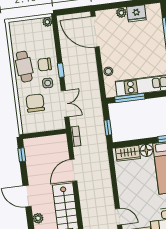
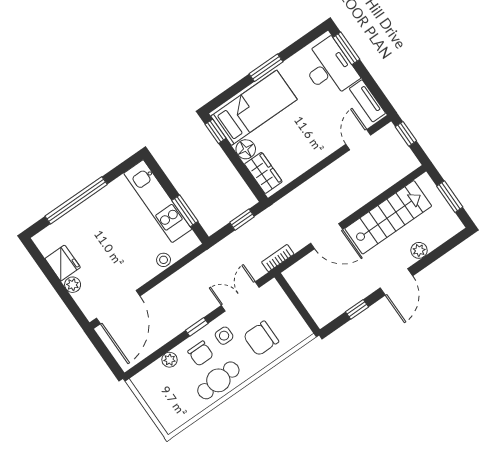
plant: (47, 22) -> (169, 360), moved
window: (130, 98) -> (185, 211), width x0.69
window: (22, 155) -> (357, 309), moved

